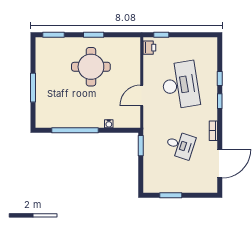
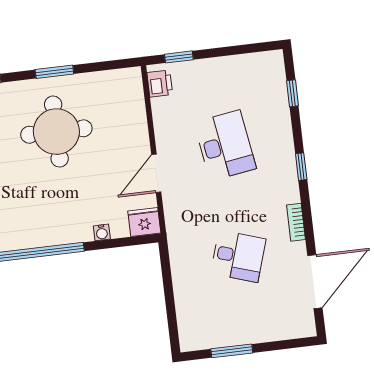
window: (220, 78) -> (292, 93), moved
desk: (180, 85) -> (225, 145), width x0.73, depth x0.77
fridge: (132, 121) -> (144, 222), added
window: (141, 146) -> (166, 266), removed

